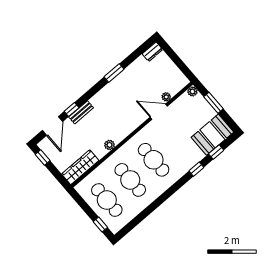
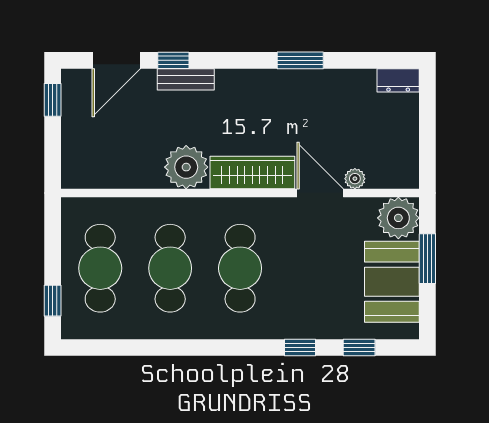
plant: (192, 92) -> (398, 218), width x1.87, depth x1.87
booth: (212, 135) -> (392, 282), moved, turned 90
plant: (109, 145) -> (186, 167), width x1.87, depth x1.87
wardrobe: (80, 167) -> (252, 173), moved

